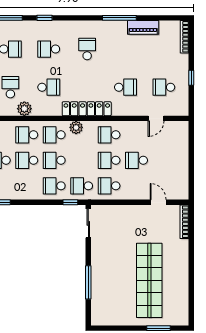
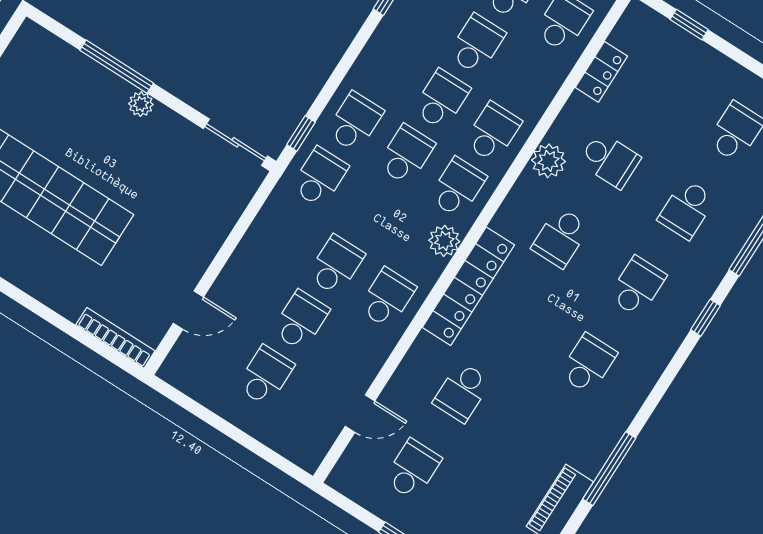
school desk: (87, 49) -> (588, 364), turned -90
door: (156, 118) -> (360, 414), swing flipped
school desk: (109, 186) -> (265, 376), moved
plant: (96, 265) -> (141, 104), added

